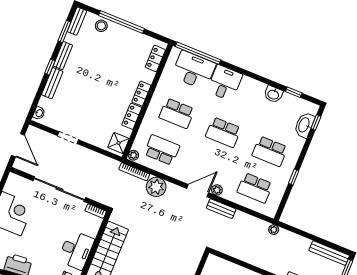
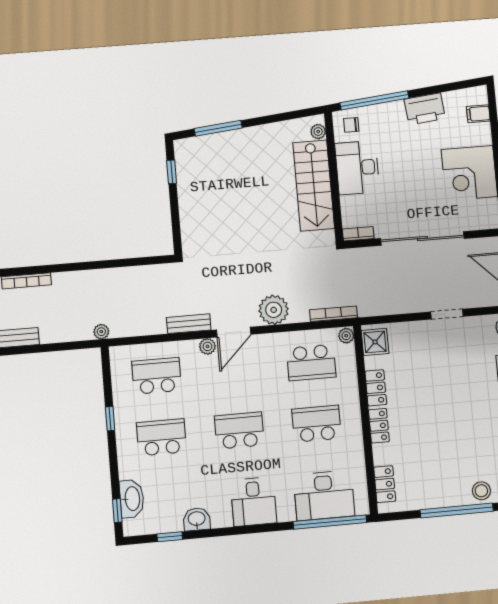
desk: (225, 83) -> (254, 502), moved
plant: (156, 187) -> (274, 310), moved

